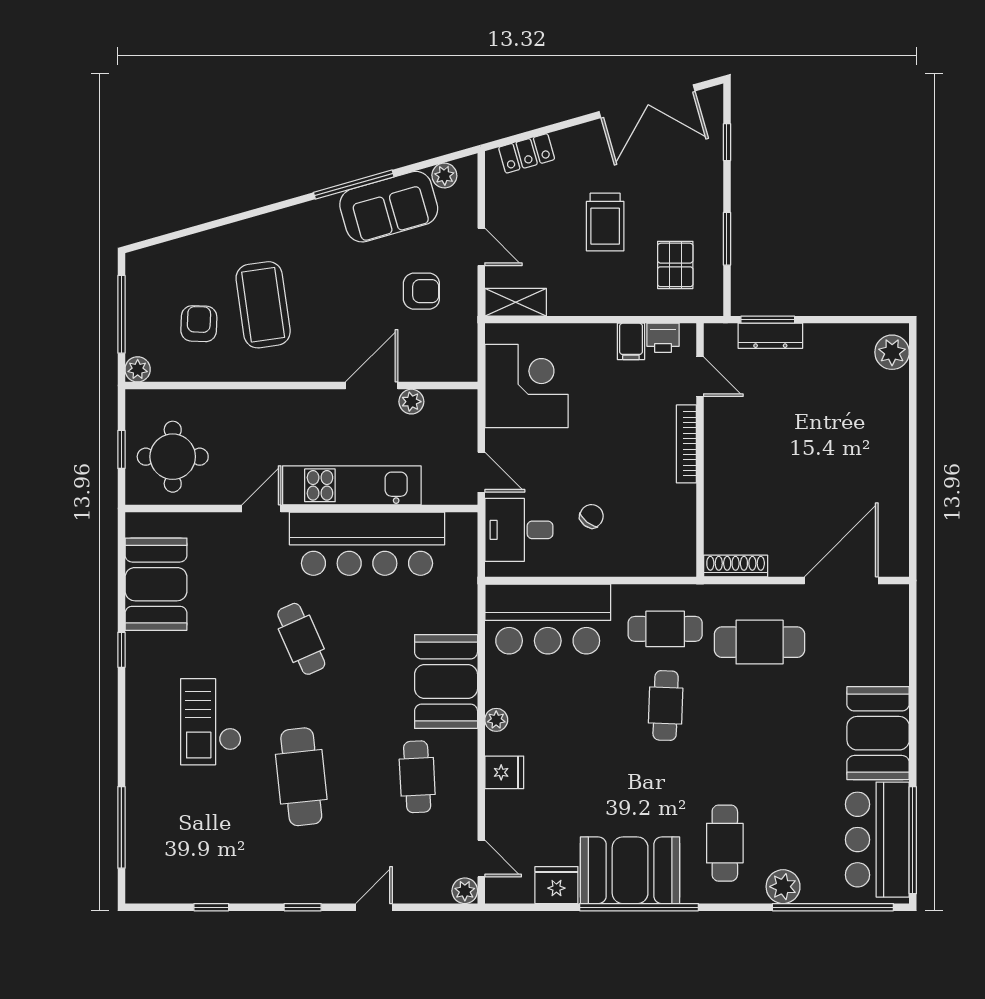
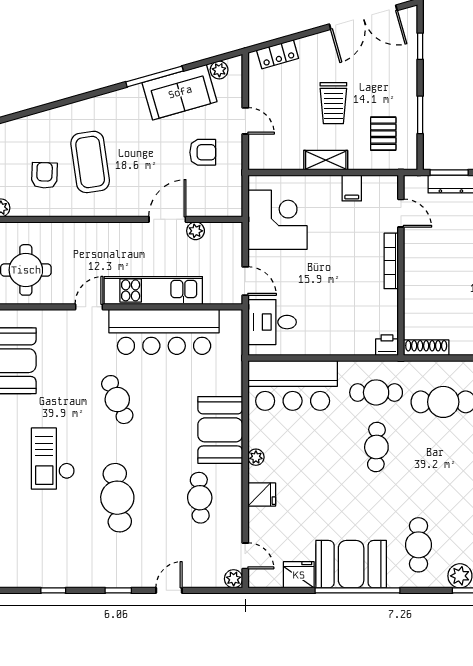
shelving: (516, 302) -> (326, 160), moved
printer: (663, 338) -> (387, 345), moved, turned 180
chair: (592, 516) -> (324, 312), removed

